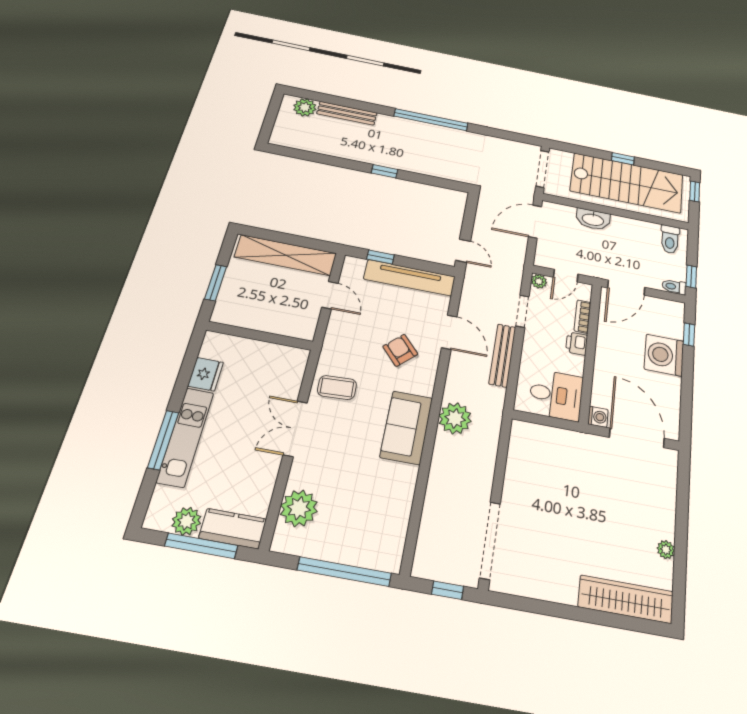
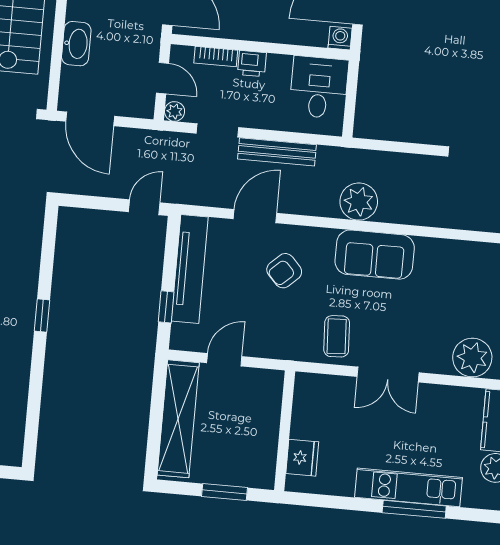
fridge: (206, 374) -> (302, 458), moved, turned 90

